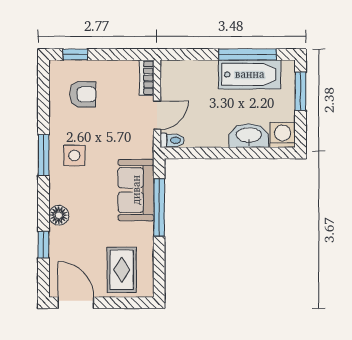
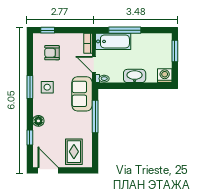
window: (248, 54) -> (125, 30), moved
bathtub: (250, 74) -> (113, 41), moved
armchair: (83, 94) -> (52, 53), turned 180
door: (157, 115) -> (94, 64), swing flipped
washbasin: (249, 136) -> (135, 76), moved
sofa: (136, 190) -> (82, 94), moved

